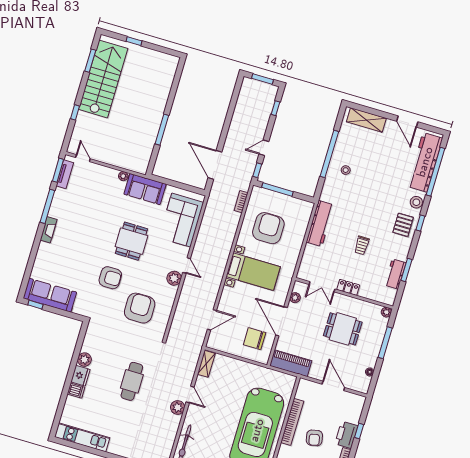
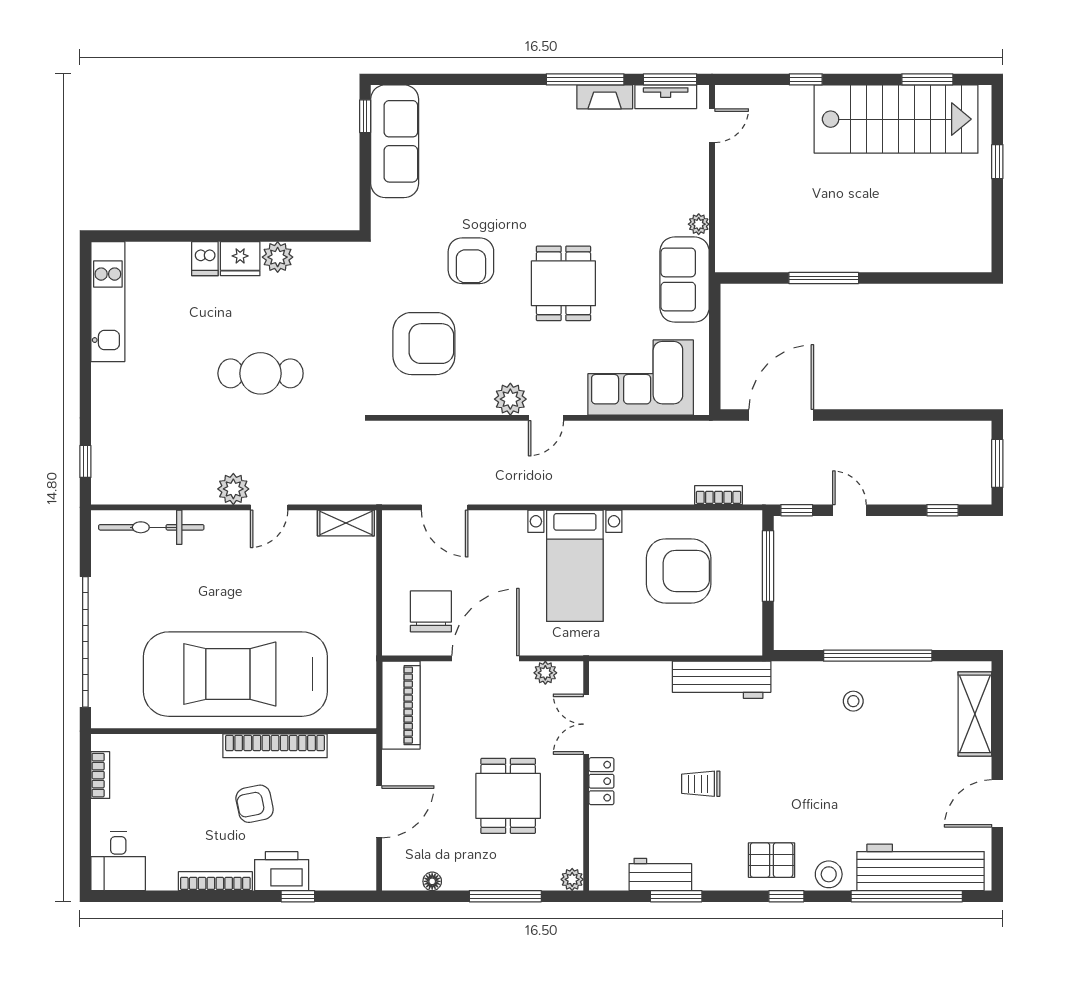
fireplace: (49, 230) -> (605, 97), moved
dining table: (131, 241) -> (563, 283), turned 90

